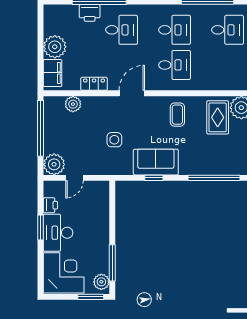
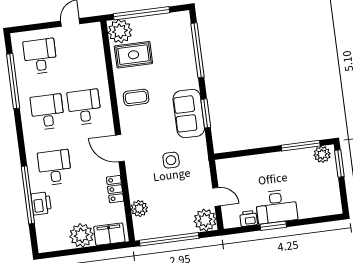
window: (154, 178) -> (206, 113), width x1.50
corner desk: (64, 273) -> (318, 195), removed

